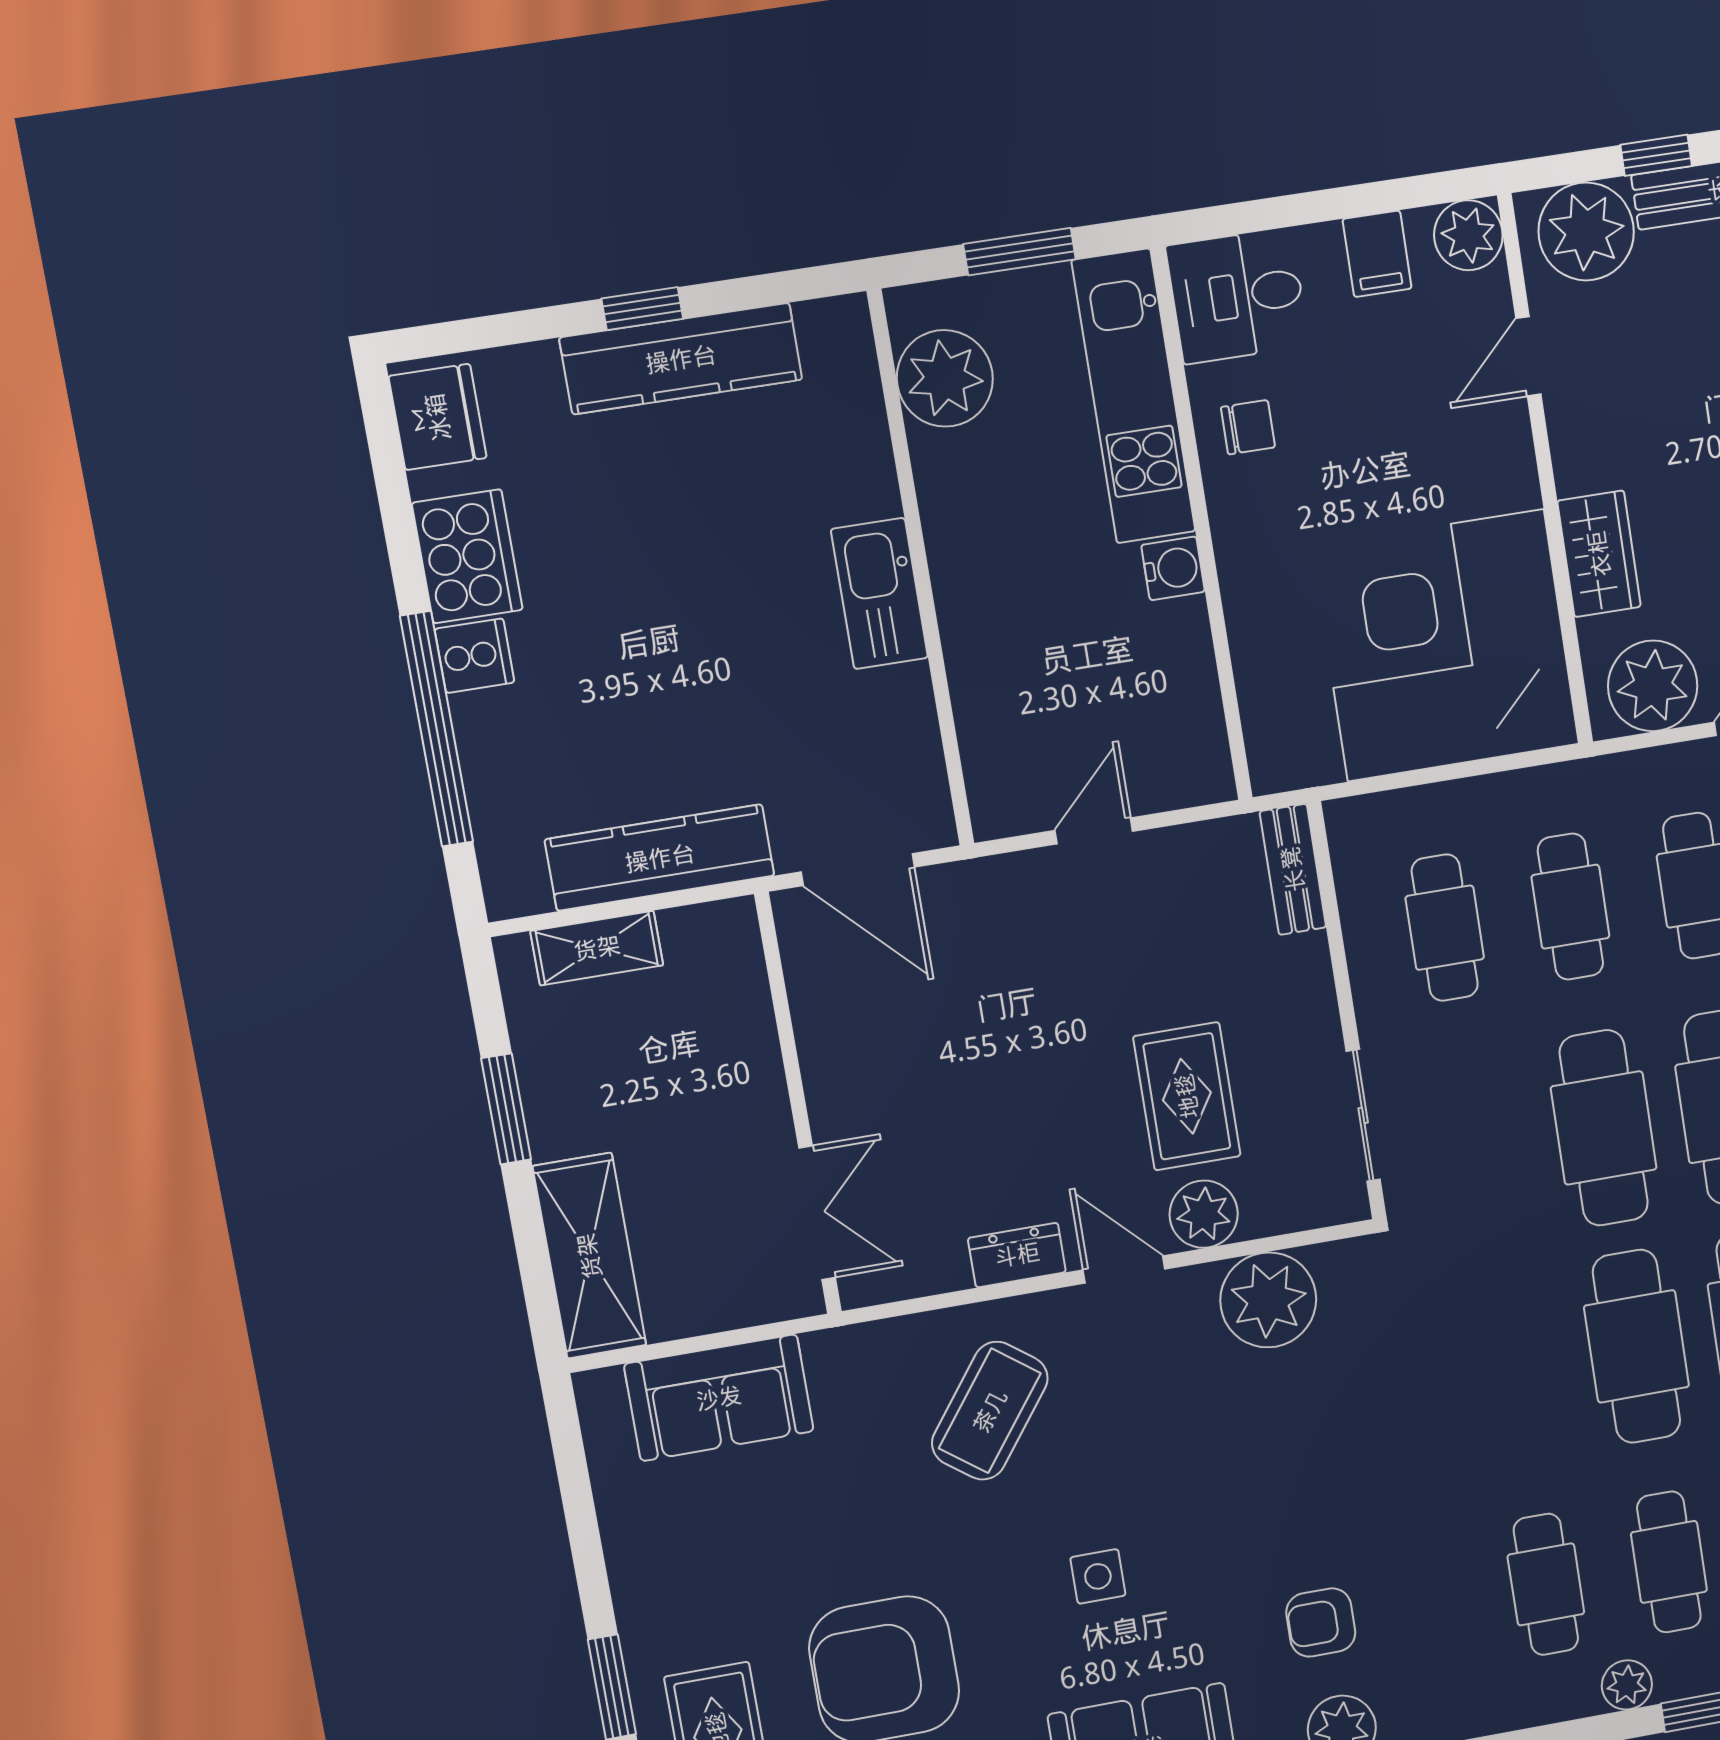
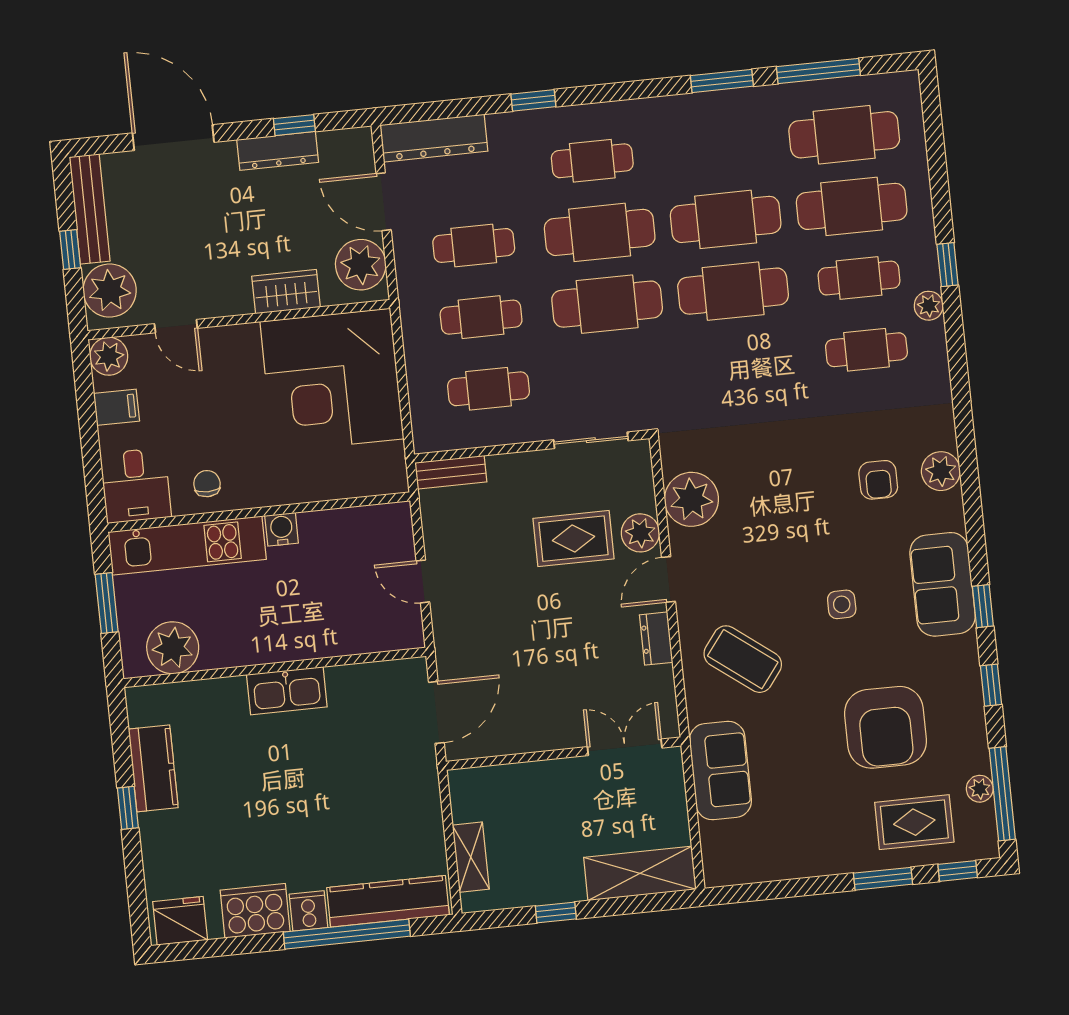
kitchen counter: (681, 359) -> (153, 768), width x0.67
kitchen counter: (660, 858) -> (388, 901), moved, turned 90
window: (506, 1109) -> (556, 913), width x0.67
sofa: (719, 1398) -> (720, 771), moved

